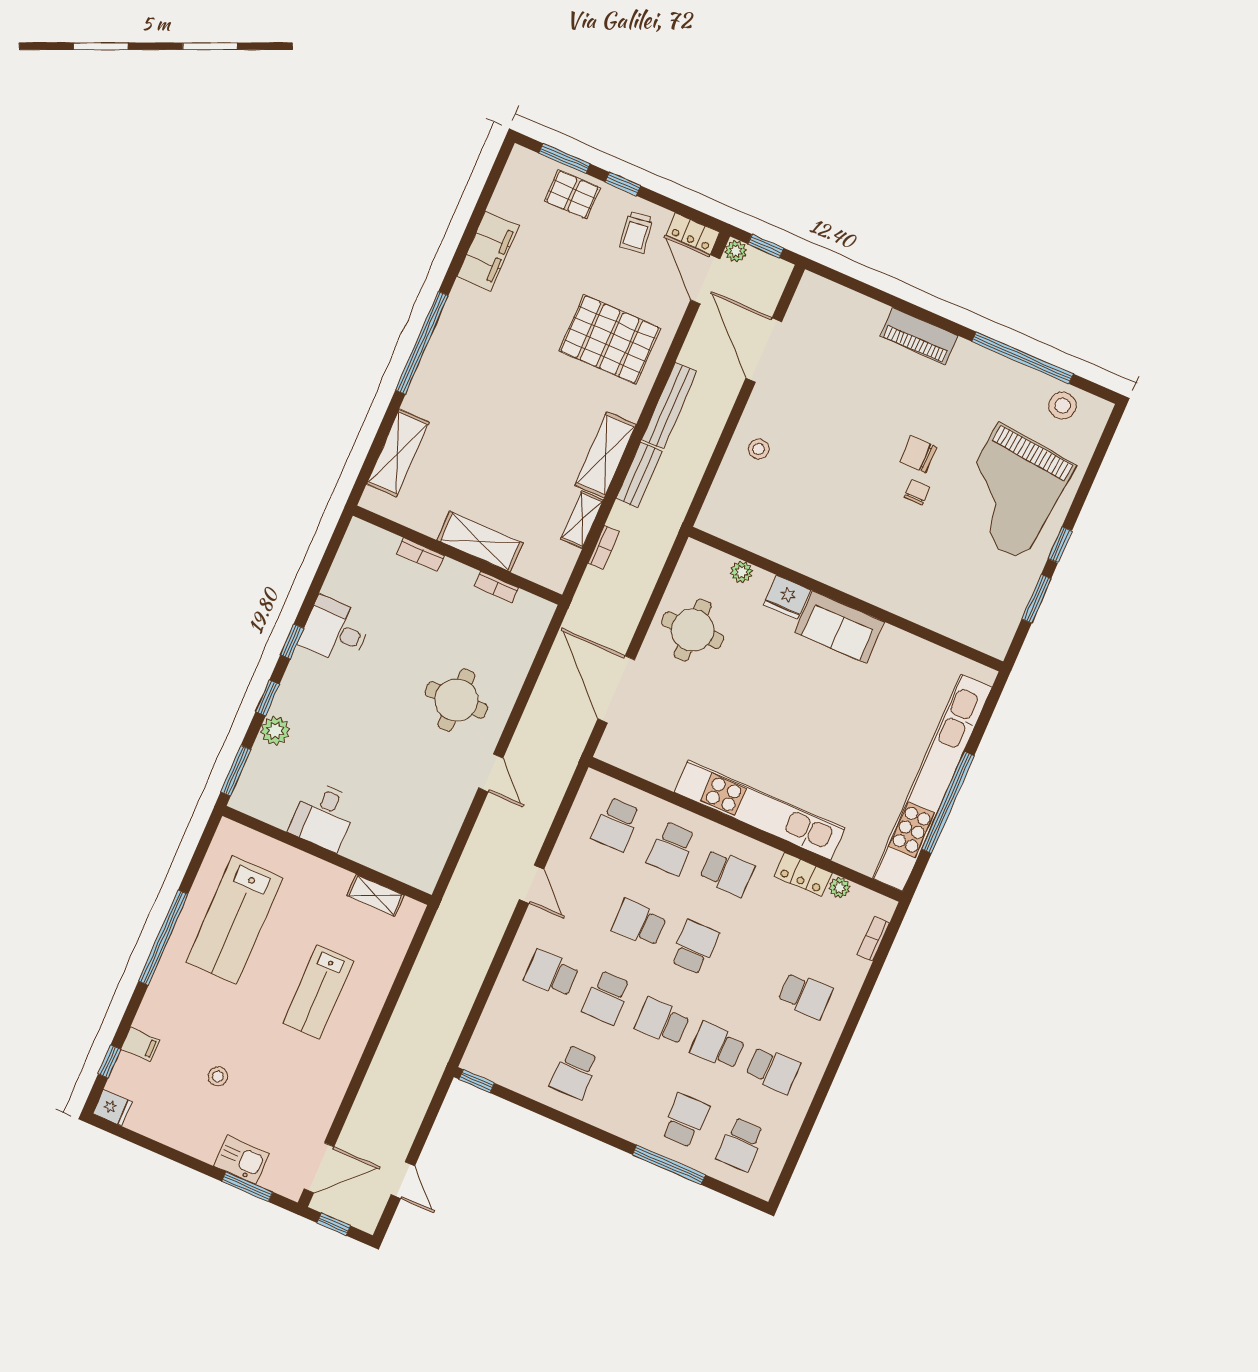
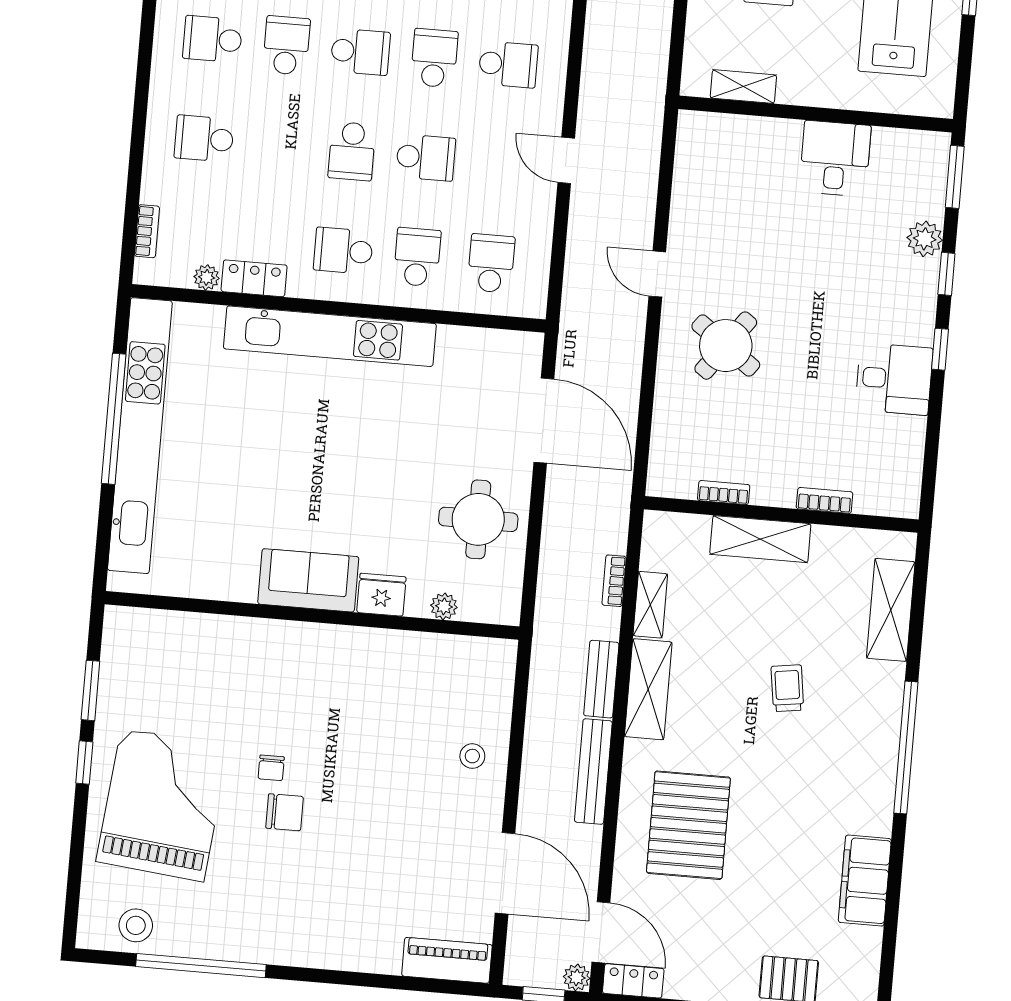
trolley: (636, 232) -> (787, 688), moved
piano: (919, 336) -> (447, 960), moved
pallet: (610, 339) -> (688, 825), turned 90
round table: (456, 700) -> (726, 346), turned 36
school desk: (718, 1046) -> (286, 45), turned -90

